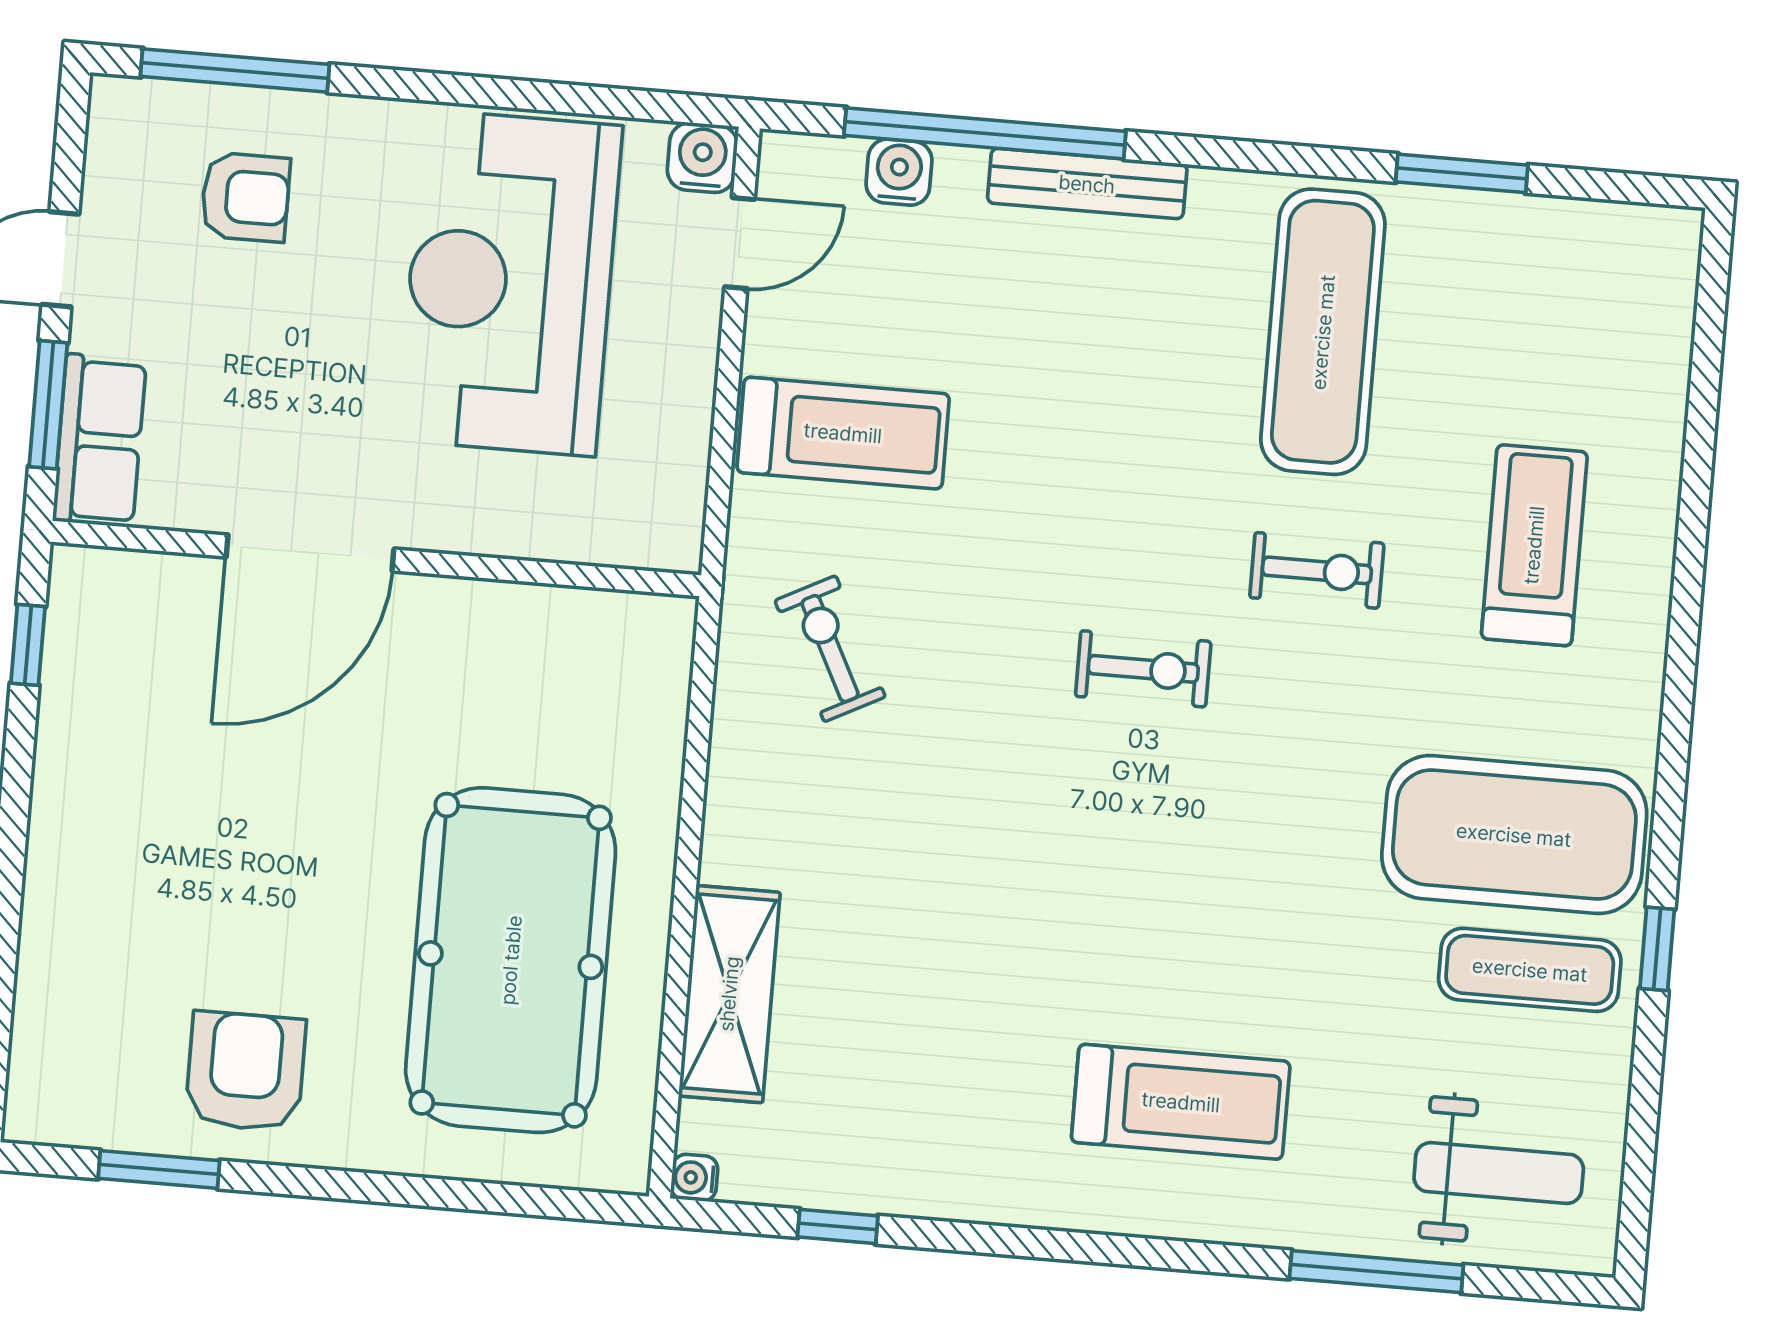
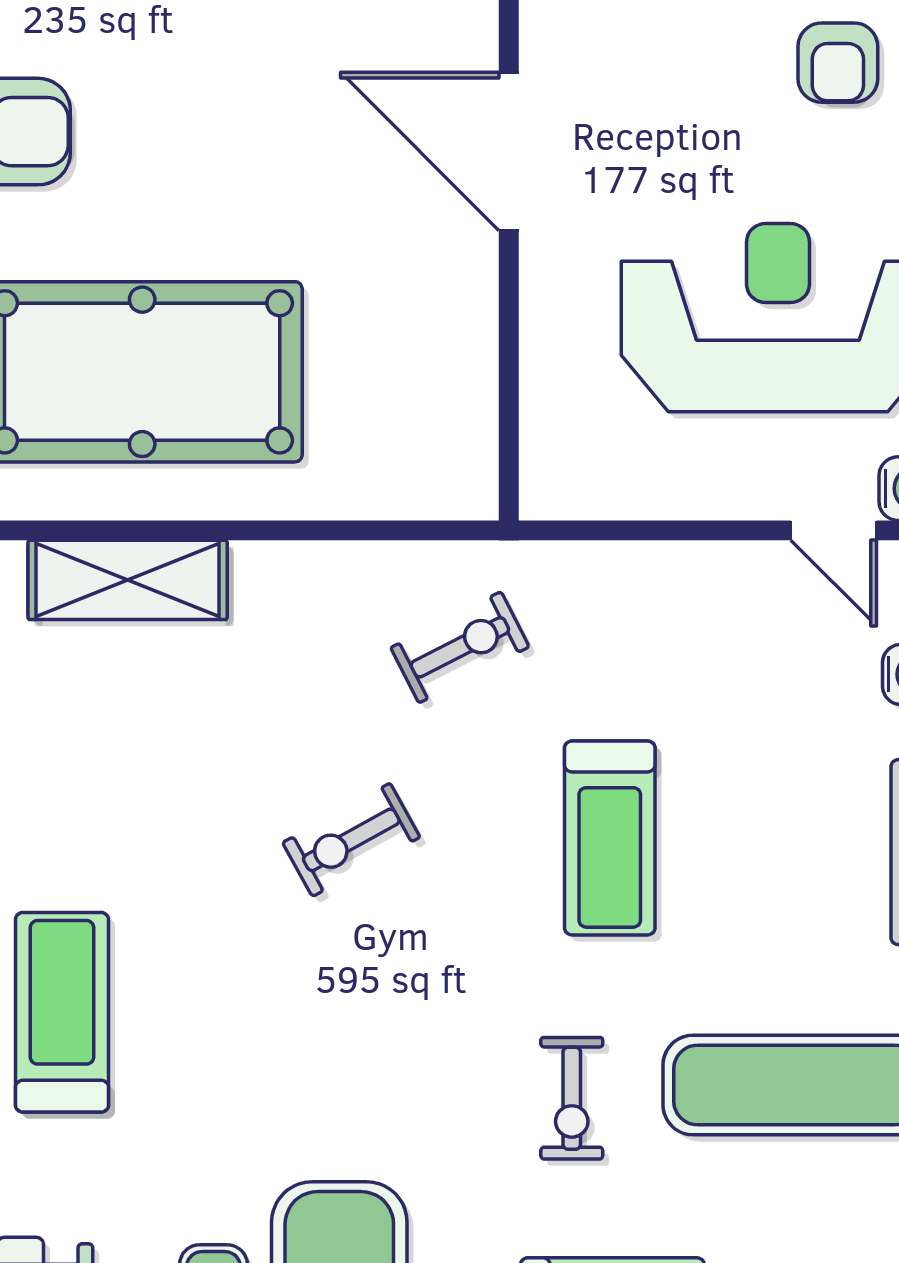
treadmill: (843, 433) -> (610, 838), moved
exercise bike: (1143, 669) -> (351, 840), moved, turned 61
treadmill: (1181, 1102) -> (62, 1012), turned 180

